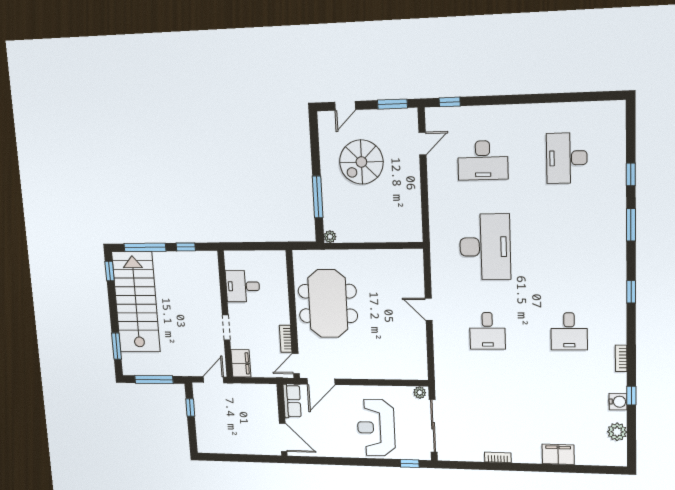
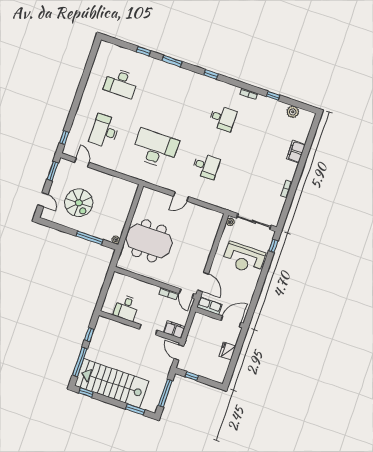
desk: (483, 160) -> (105, 131), turned 180
meeting table: (328, 303) -> (149, 241), moved
water cooler: (618, 402) -> (274, 105), removed
fridge: (243, 445) -> (227, 351), added

